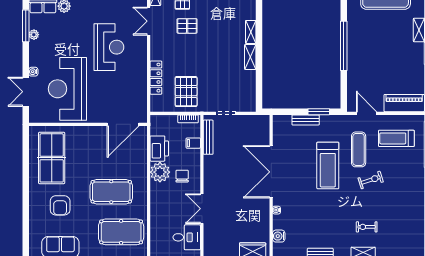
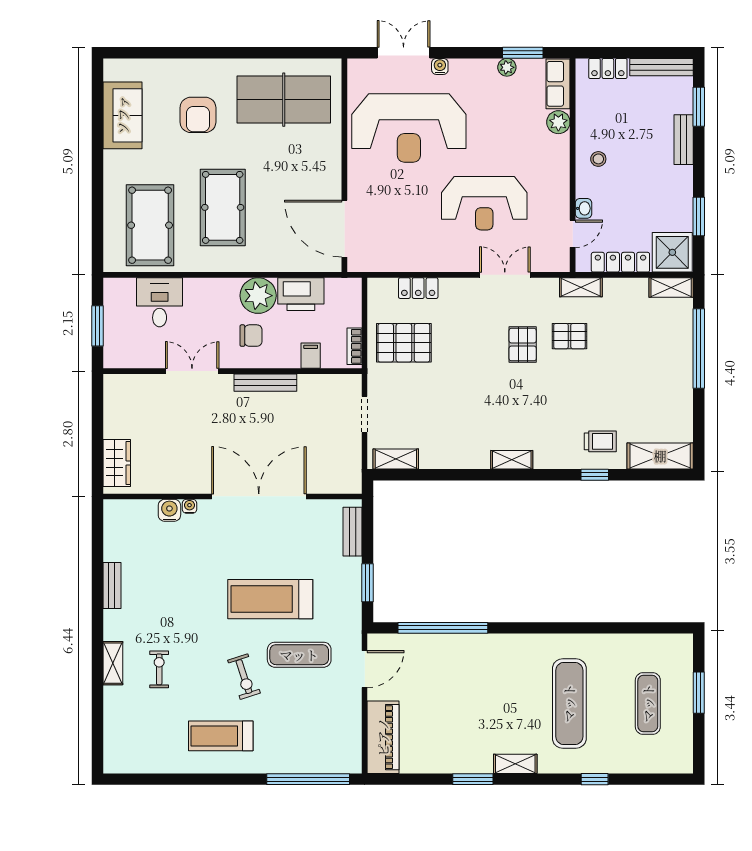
double door: (149, 21) -> (505, 275), moved
window: (26, 26) -> (523, 53), width x0.69
window: (344, 46) -> (443, 628), moved
shelving: (250, 57) -> (396, 459), moved
locker: (156, 78) -> (418, 288), width x0.66
reception desk: (67, 89) -> (409, 128), turned 180
bench: (306, 120) -> (352, 532), moved
bench: (208, 137) -> (265, 383), moved
treadmill: (396, 138) -> (221, 736), moved, turned -90
armchair: (60, 205) -> (198, 115), turned -90
water cooler: (279, 236) -> (169, 510), moved
desk: (187, 237) -> (160, 302), moved, turned 180

